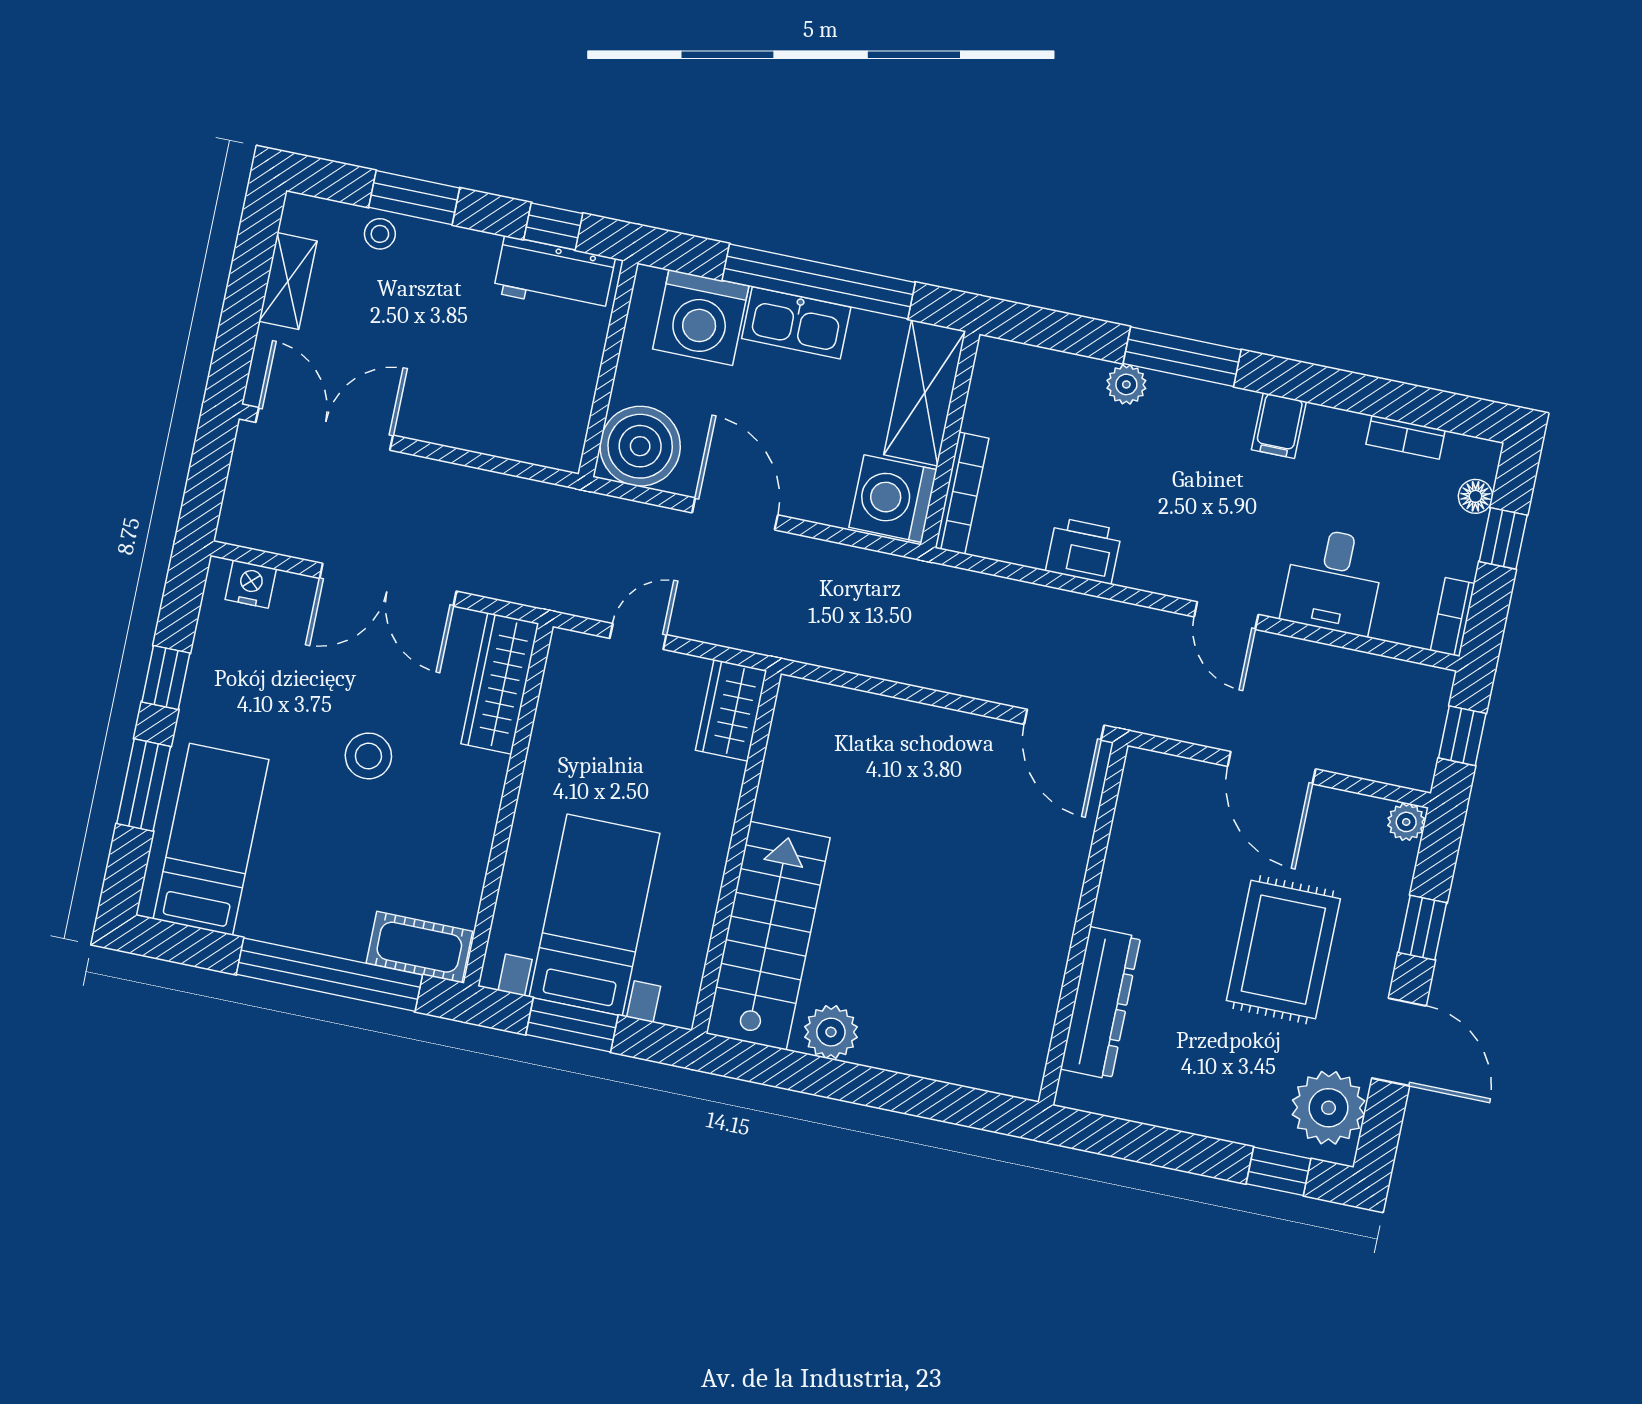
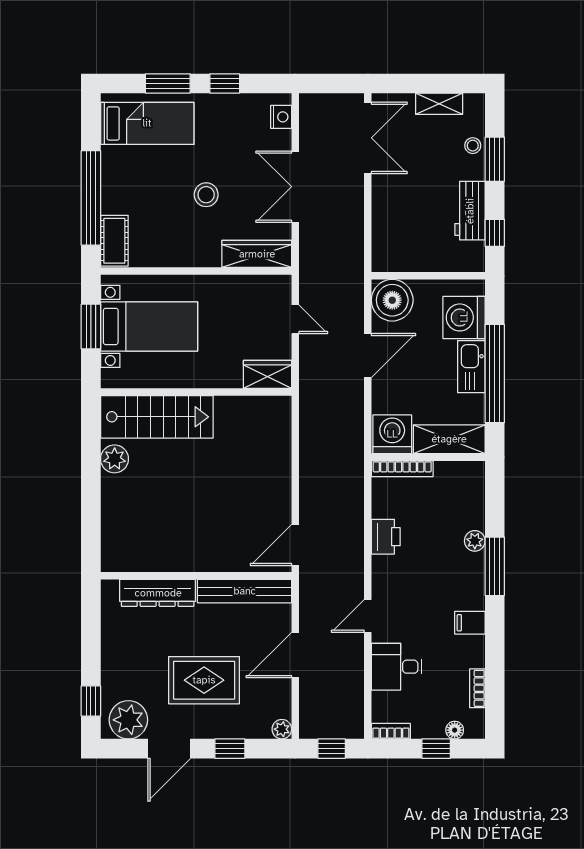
workbench: (554, 275) -> (470, 211), moved
bench: (1131, 838) -> (245, 591), added

